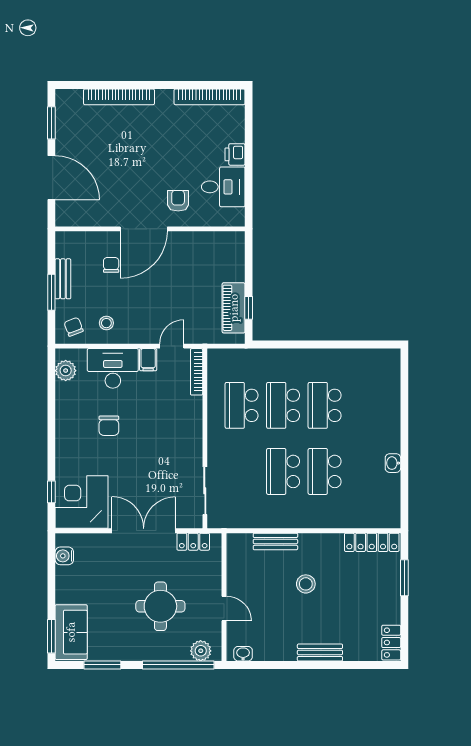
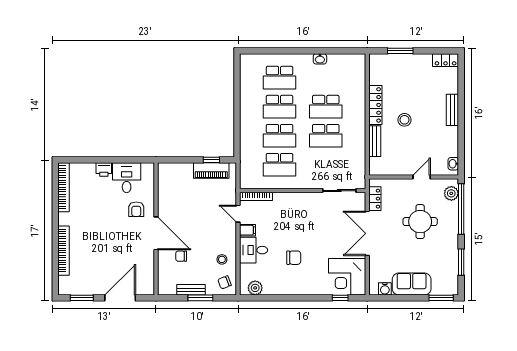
armchair: (178, 201) -> (136, 209), turned -90
desk: (113, 368) -> (254, 250), width x0.73
school desk: (366, 405) -> (280, 78), added
locker: (372, 542) -> (375, 105), moved
sofa: (71, 632) -> (412, 284), moved

